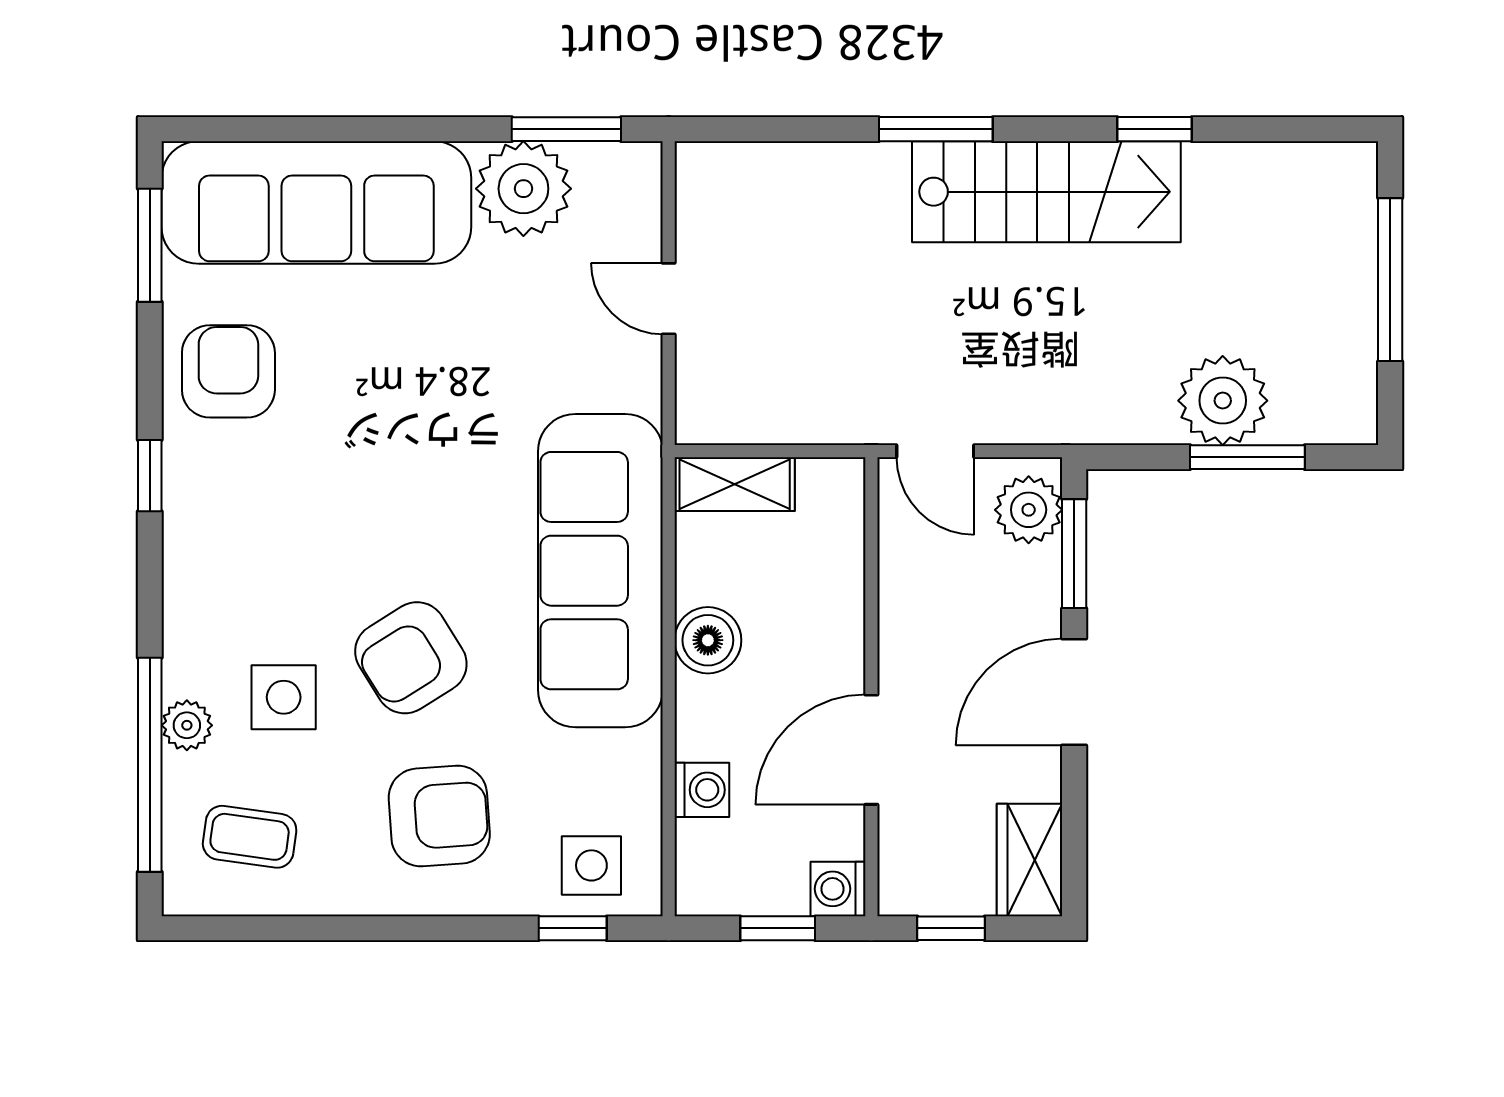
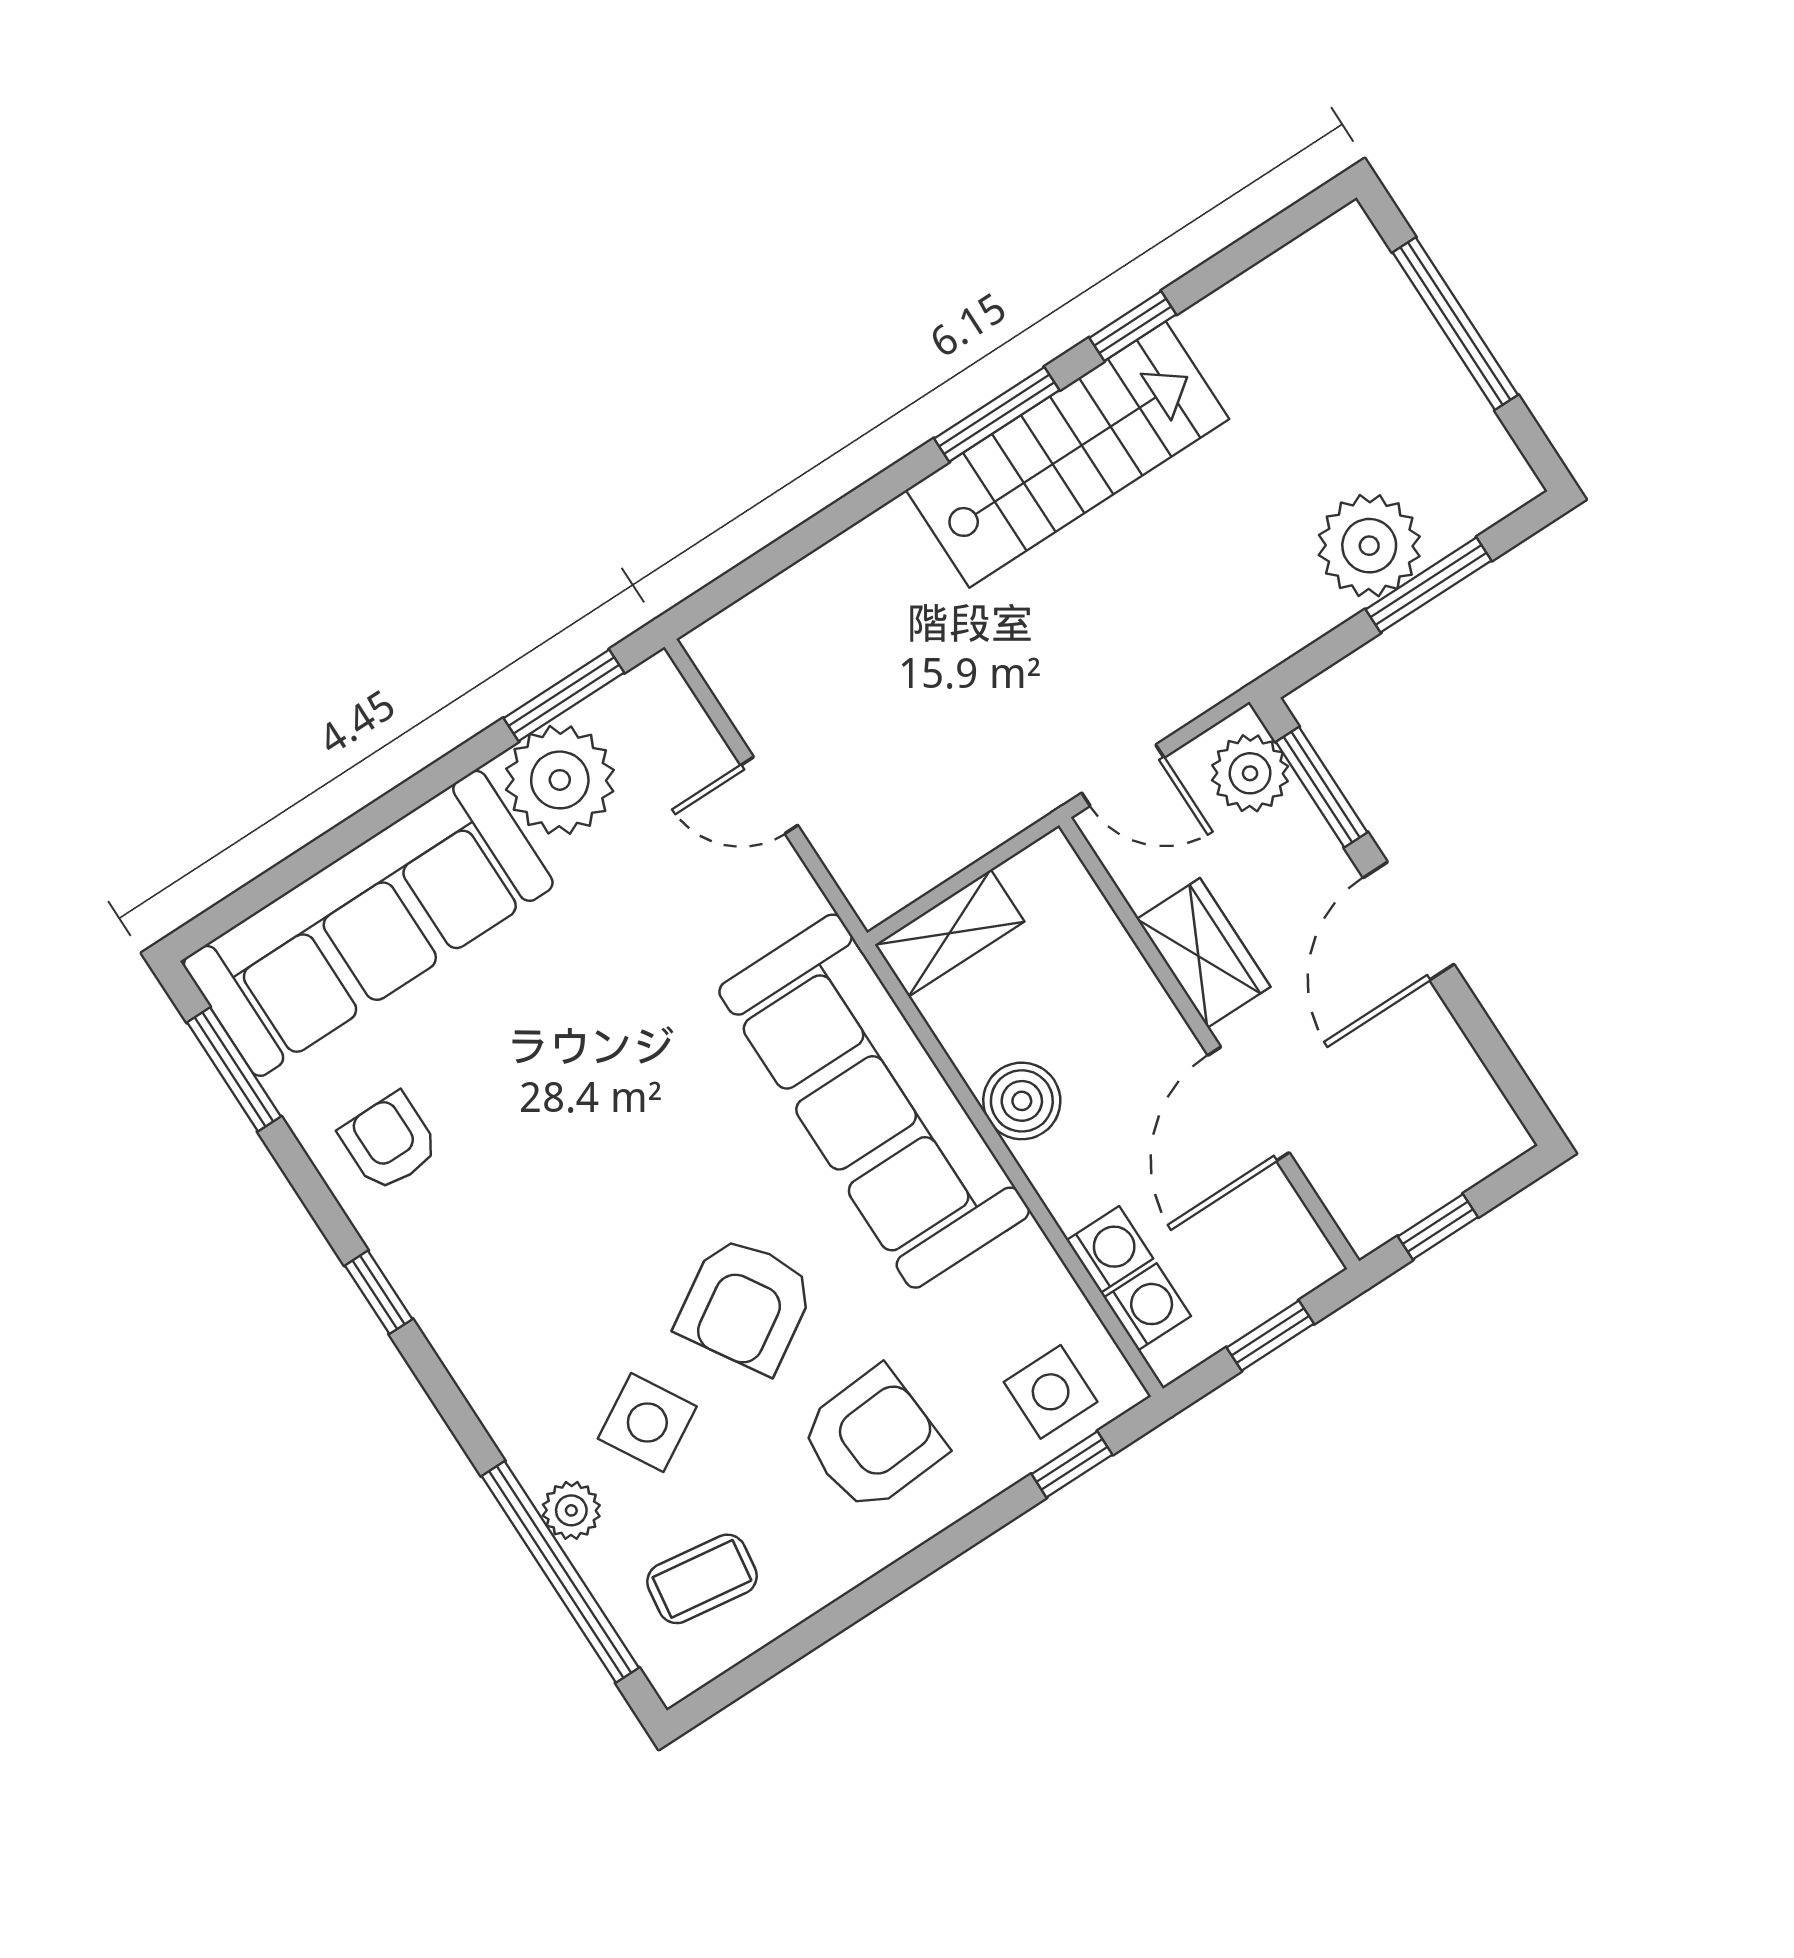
window: (936, 129) -> (997, 414), moved
armchair: (228, 371) -> (389, 1142), width x0.72, depth x0.72
side table: (284, 697) -> (647, 1422), turned -30
wardrobe: (1030, 860) -> (1204, 953), moved, turned 180
washing machine: (838, 889) -> (1147, 1307), moved, turned 180

